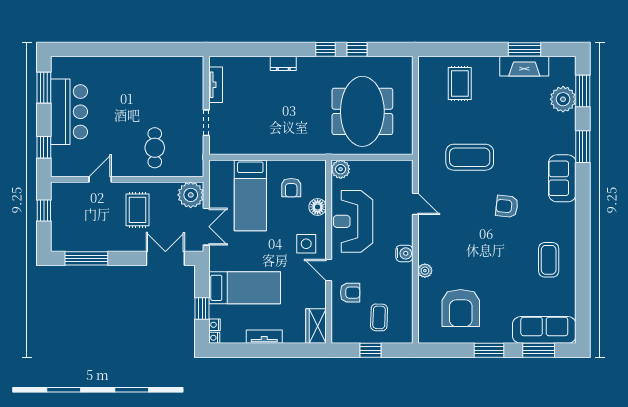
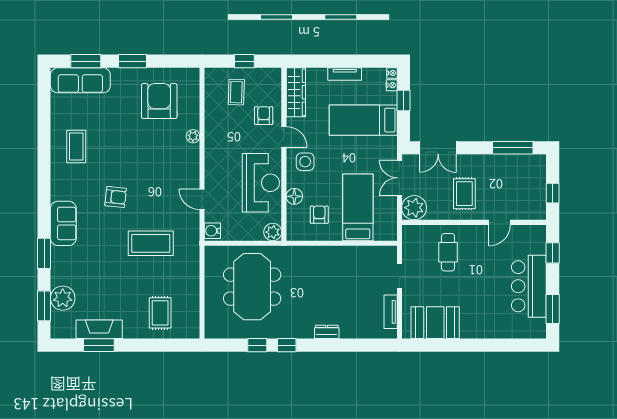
booth: (168, 73) -> (435, 323), added
water cooler: (404, 253) -> (212, 231), moved
armchair: (350, 293) -> (264, 116), turned 90
wardrobe: (316, 326) -> (296, 92), width x1.50

